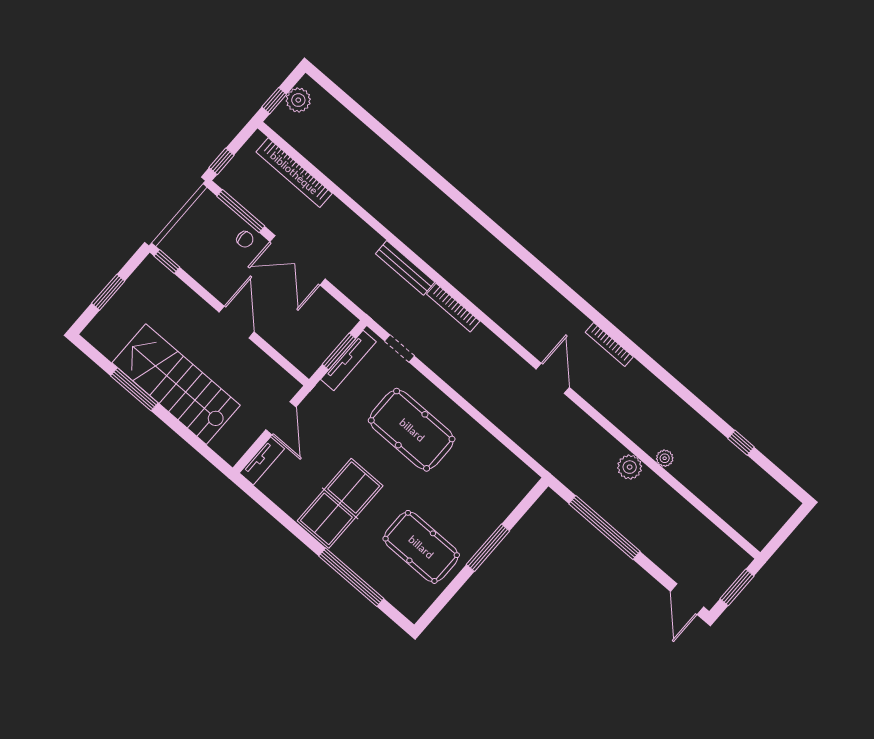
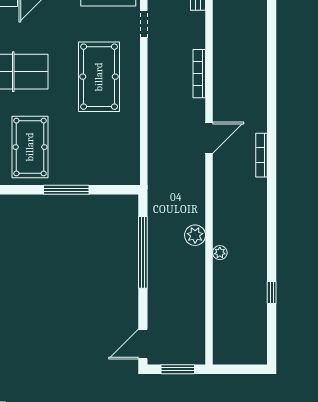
bookcase: (453, 308) -> (199, 74), moved

